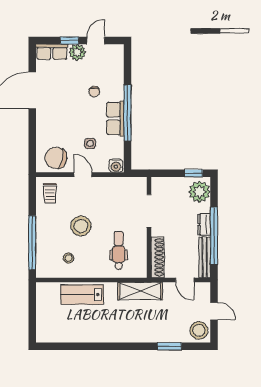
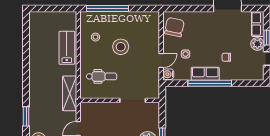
door: (83, 175) -> (161, 61), moved
trolley: (50, 193) -> (147, 22), removed
shoe rack: (158, 257) -> (96, 107), removed

